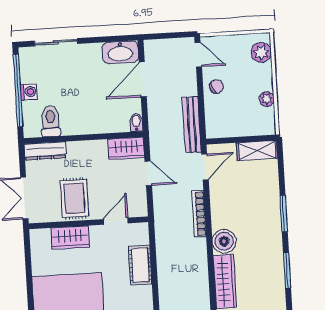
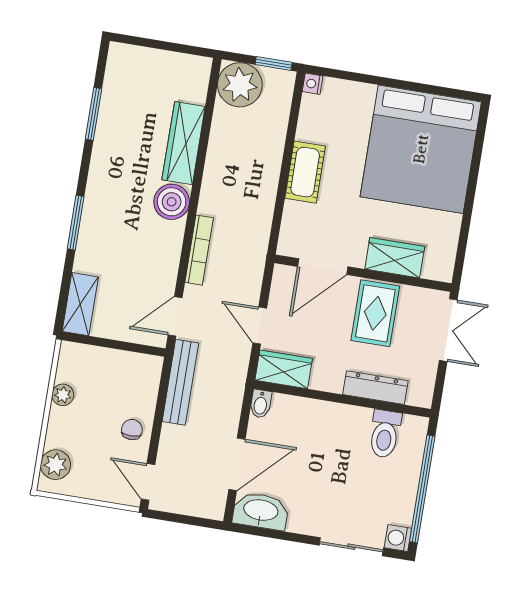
chair: (216, 87) -> (132, 430), turned 115
washing machine: (29, 92) -> (398, 538), moved
dresser: (45, 151) -> (375, 388), moved
shelving: (257, 151) -> (80, 304), moved, turned 90
door: (116, 221) -> (323, 267), width x1.38
cot: (140, 265) -> (305, 172), moved
window: (287, 270) -> (93, 114), moved

